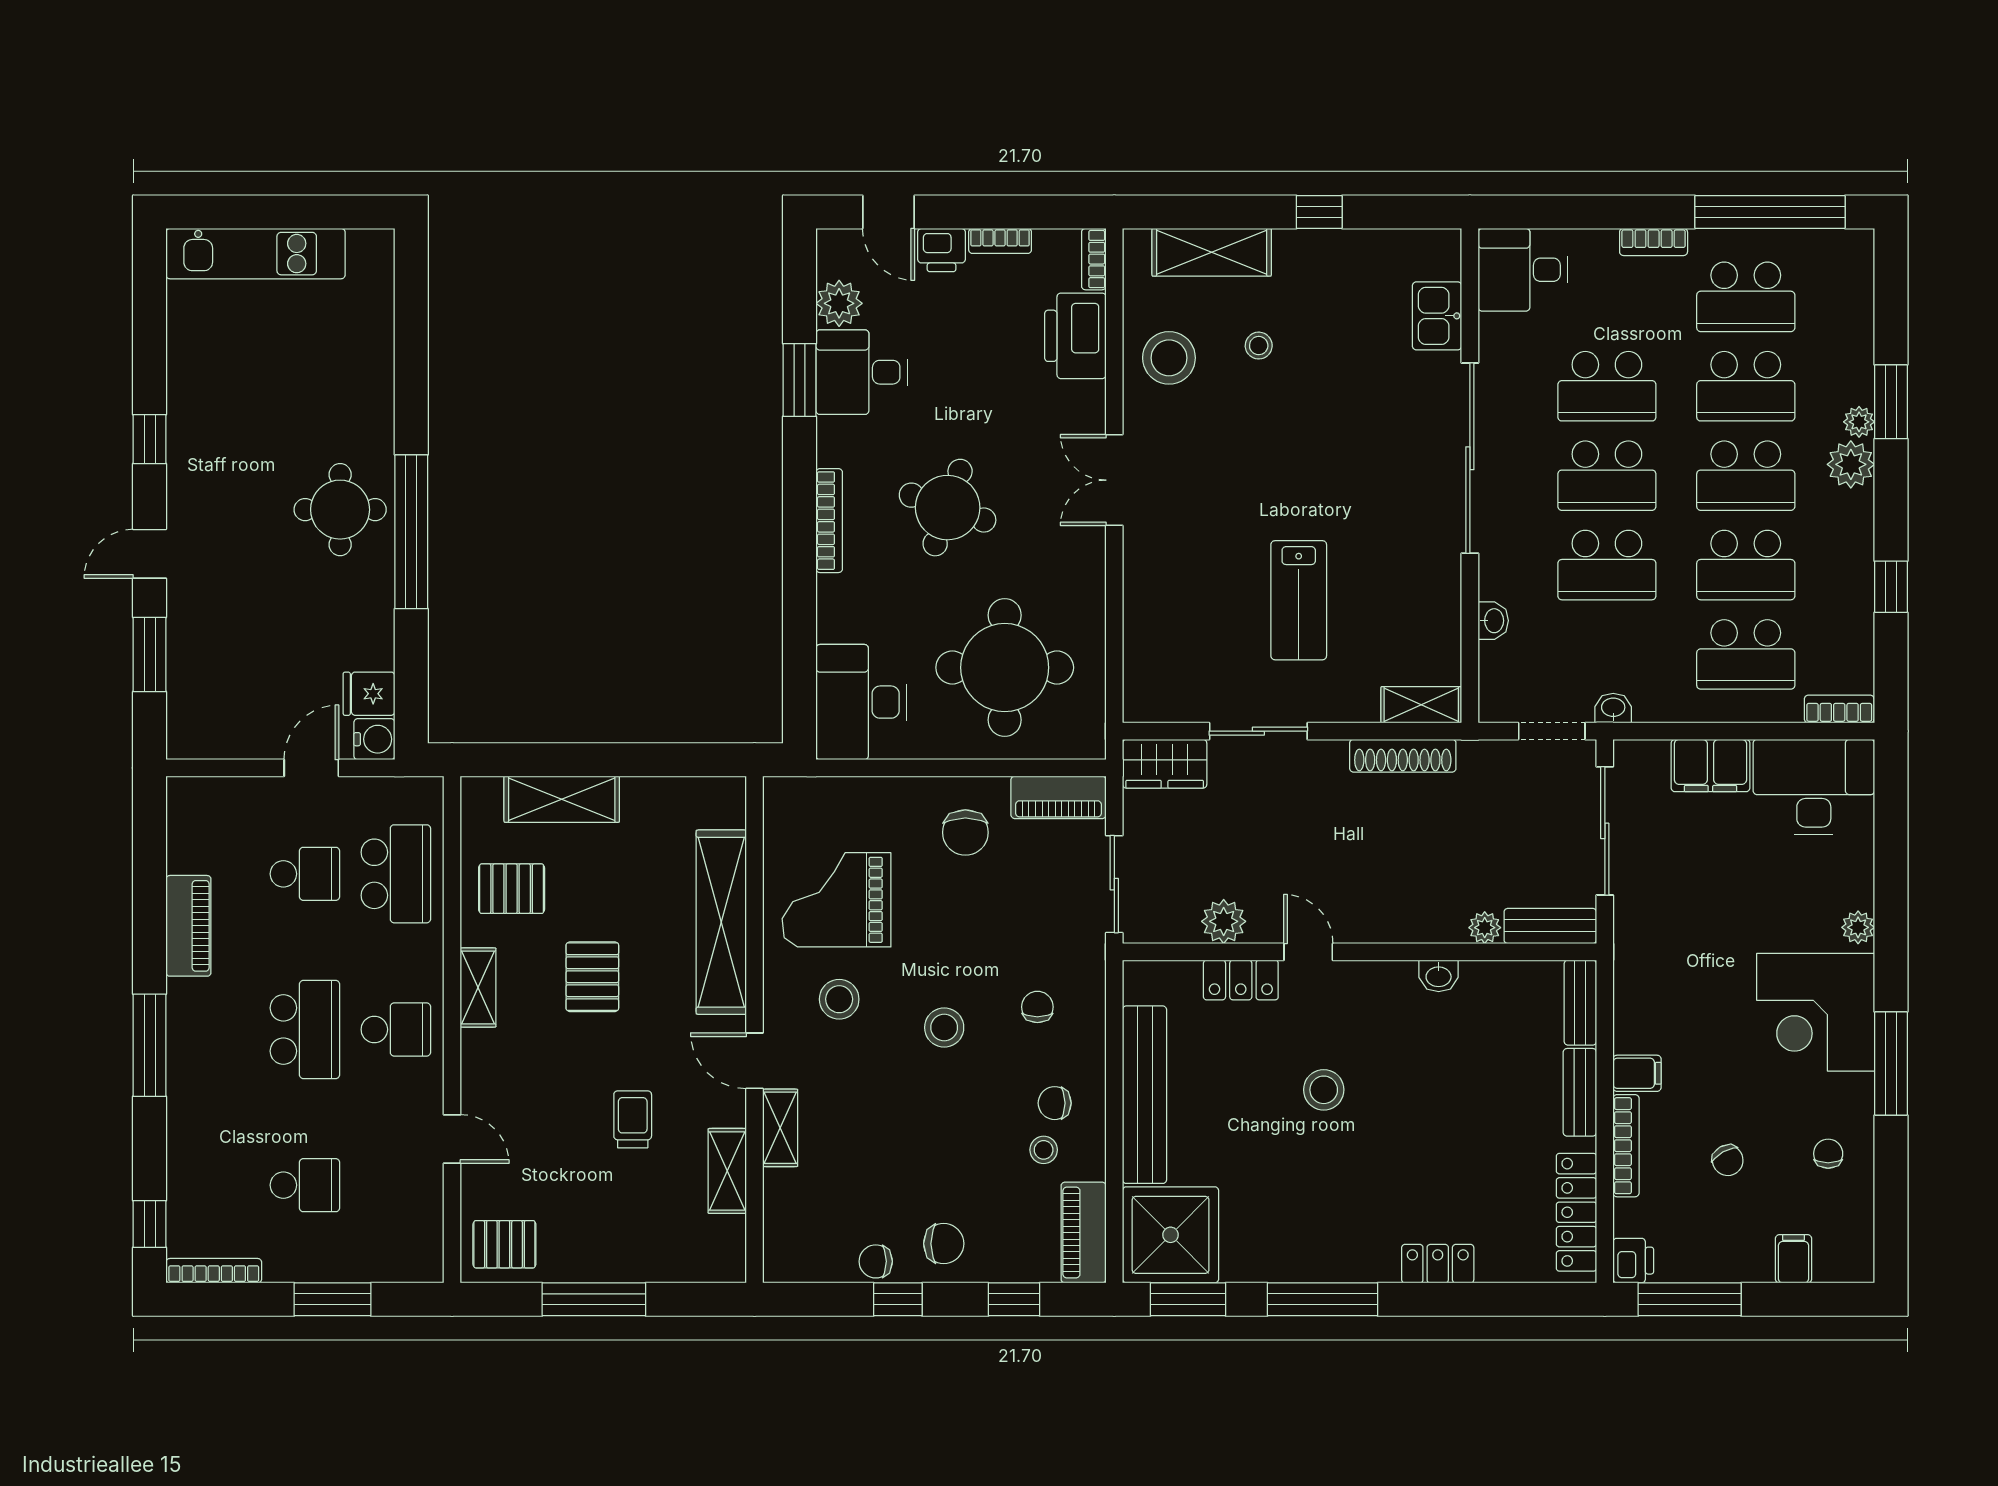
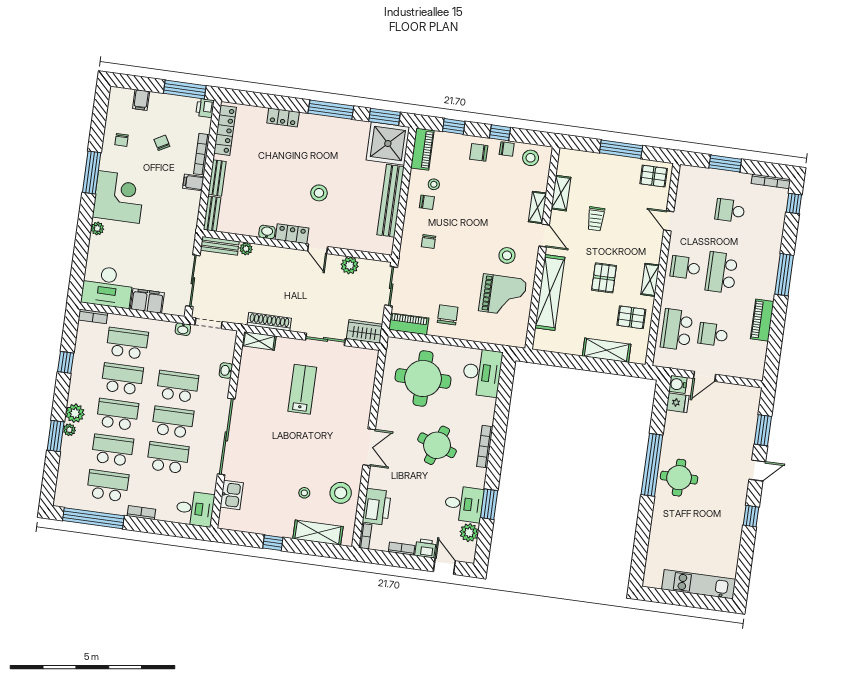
locker: (1241, 980) -> (292, 234), moved
stool: (944, 1028) -> (531, 158), moved

